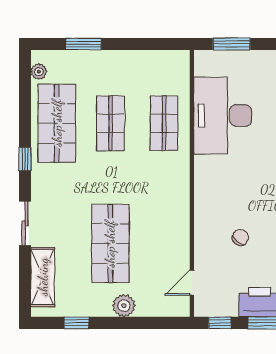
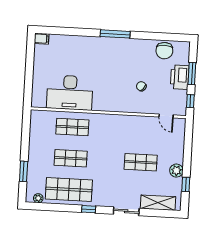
window: (232, 44) -> (28, 85), removed
shop shelf: (110, 244) -> (141, 162), width x0.70, depth x0.74
plant: (124, 306) -> (176, 171), moved

